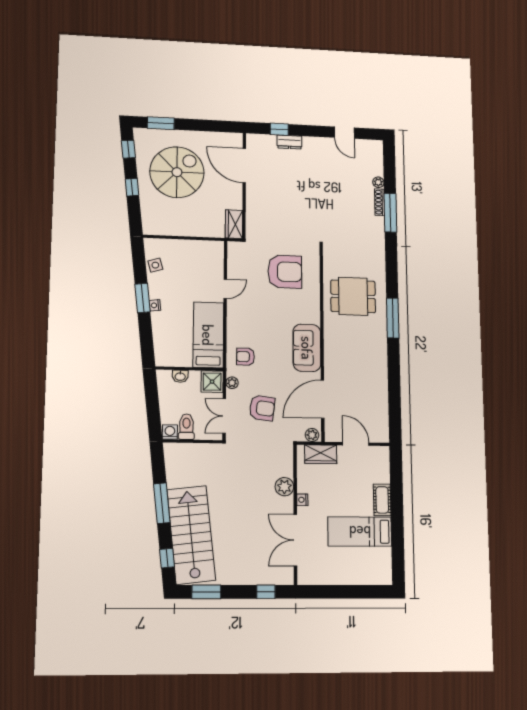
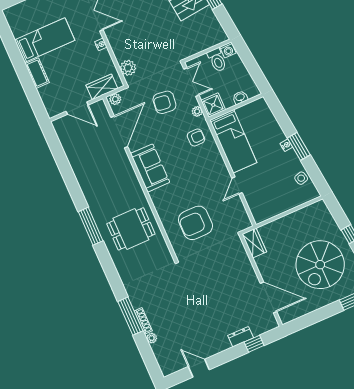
plant: (284, 487) -> (128, 68), moved

